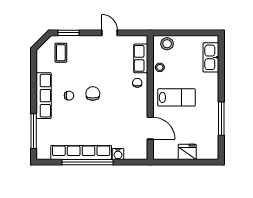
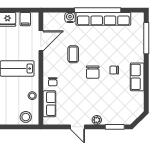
plant: (88, 40) -> (97, 120), added
coffee table: (61, 53) -> (73, 54), moved
row of seats: (44, 96) -> (137, 77), width x0.68
door: (150, 128) -> (41, 41), swing flipped
filing cabinet: (168, 152) -> (25, 19), added

